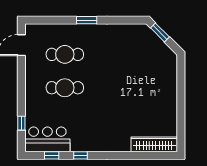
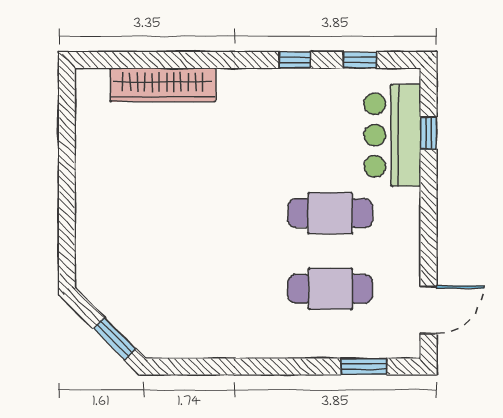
window: (87, 20) -> (364, 366), moved
bar counter: (47, 139) -> (392, 135), moved, turned 90
wardrobe: (154, 144) -> (163, 85), moved

